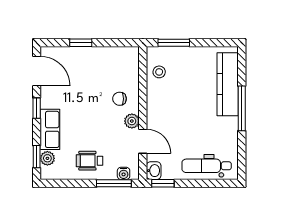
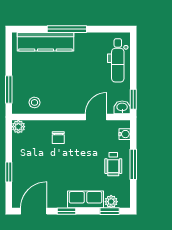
plant: (132, 121) -> (18, 127), moved
window: (114, 183) -> (133, 164), moved

